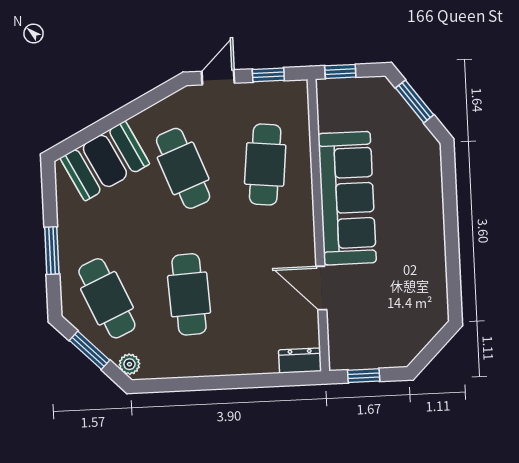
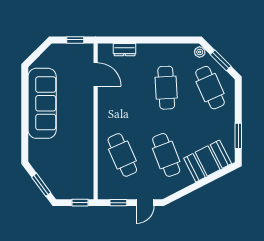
cafe table: (265, 164) -> (122, 155), turned -30
sofa: (347, 198) -> (42, 103), moved, turned 180
window: (52, 251) -> (238, 136), moved
door: (321, 288) -> (96, 74), moved
dresser: (300, 361) -> (125, 50), moved

